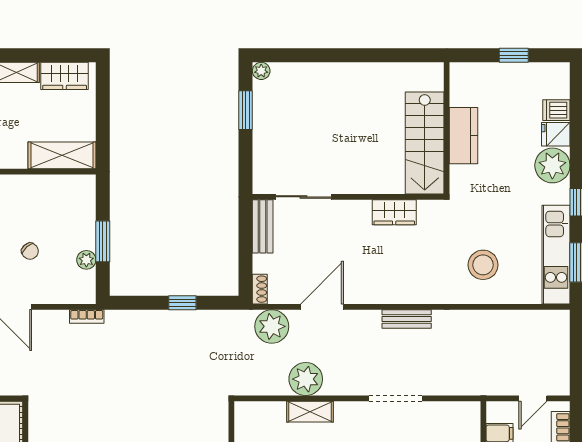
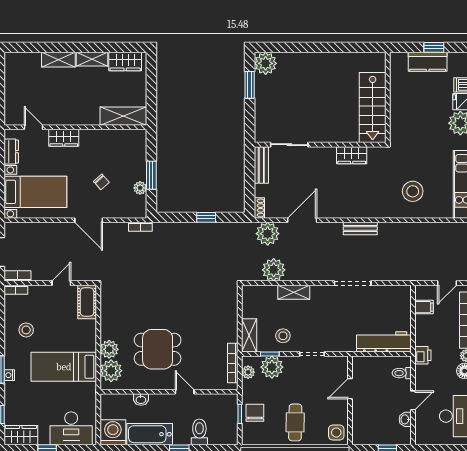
plant: (261, 71) -> (266, 63), width x1.87, depth x1.87
kitchen counter: (464, 136) -> (428, 62), moved, turned 90
plant: (306, 379) -> (274, 270), moved

